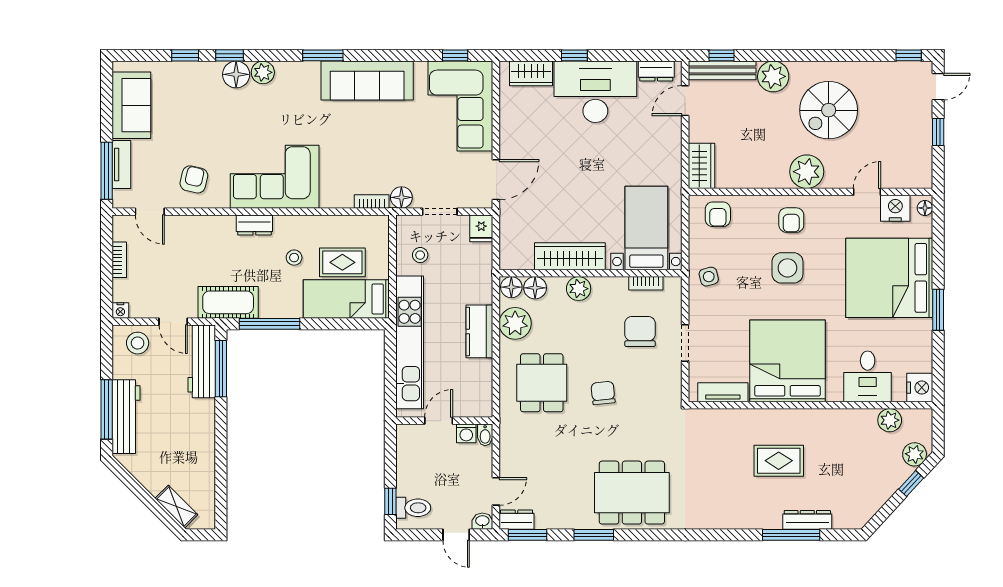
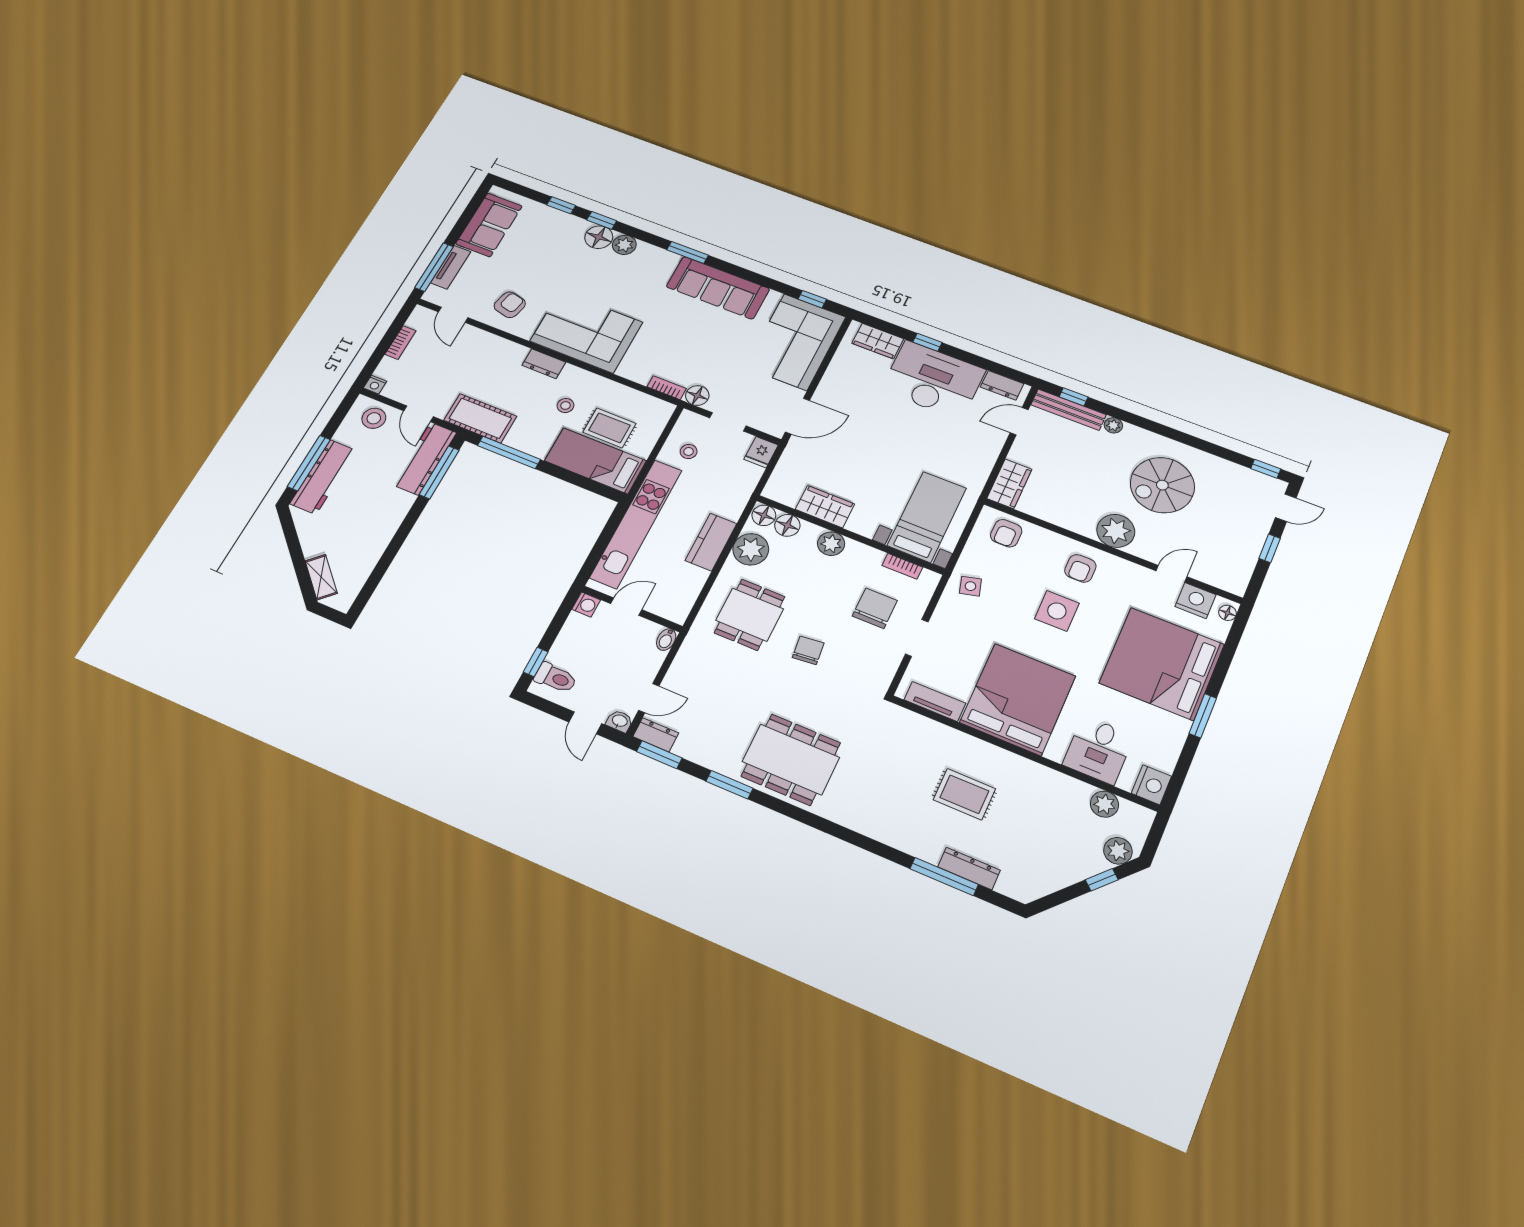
plant: (773, 76) -> (1113, 425), width x0.53, depth x0.53
wardrobe: (570, 256) -> (825, 507), width x0.67
washing machine: (466, 433) -> (586, 605), moved, turned -90

